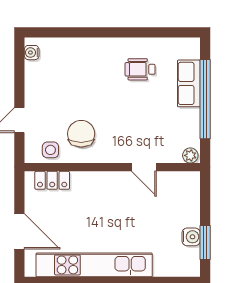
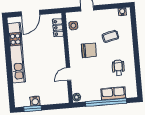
coffee table: (78, 80) -> (110, 36), added
chair: (81, 134) -> (89, 50), moved

